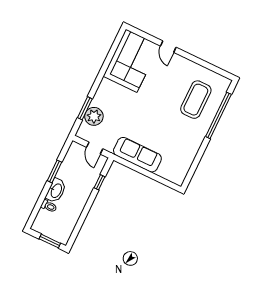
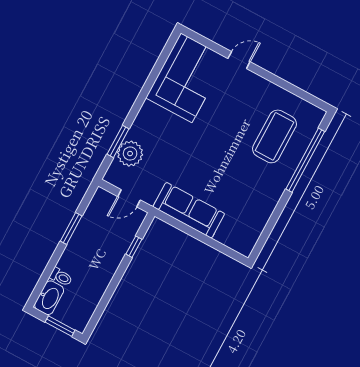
door: (168, 47) -> (239, 60), swing flipped
door: (95, 148) -> (129, 198), hinge flipped
washbasin: (56, 191) -> (49, 298), moved

